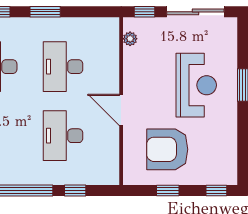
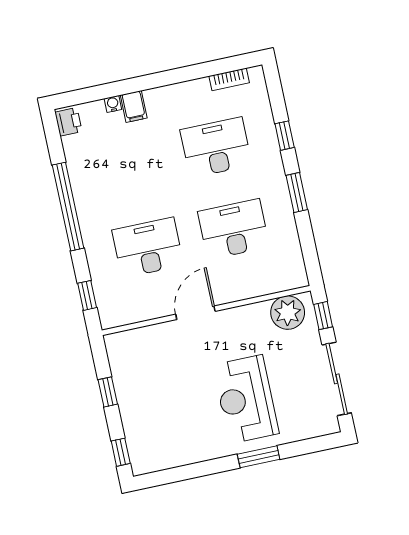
plant: (130, 39) -> (288, 313), width x1.87, depth x1.87
reception desk: (196, 85) -> (246, 399), turned 90
armchair: (167, 149) -> (159, 380), removed
window: (75, 191) -> (87, 295), moved

